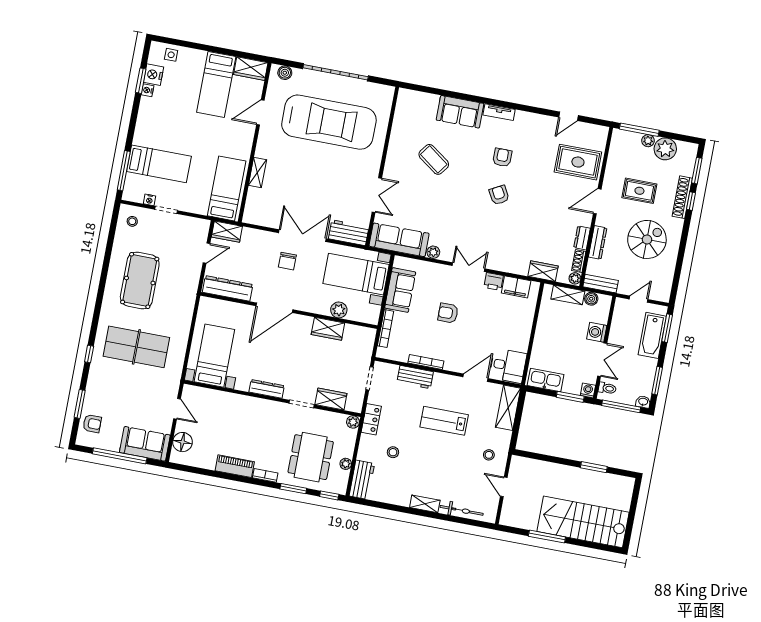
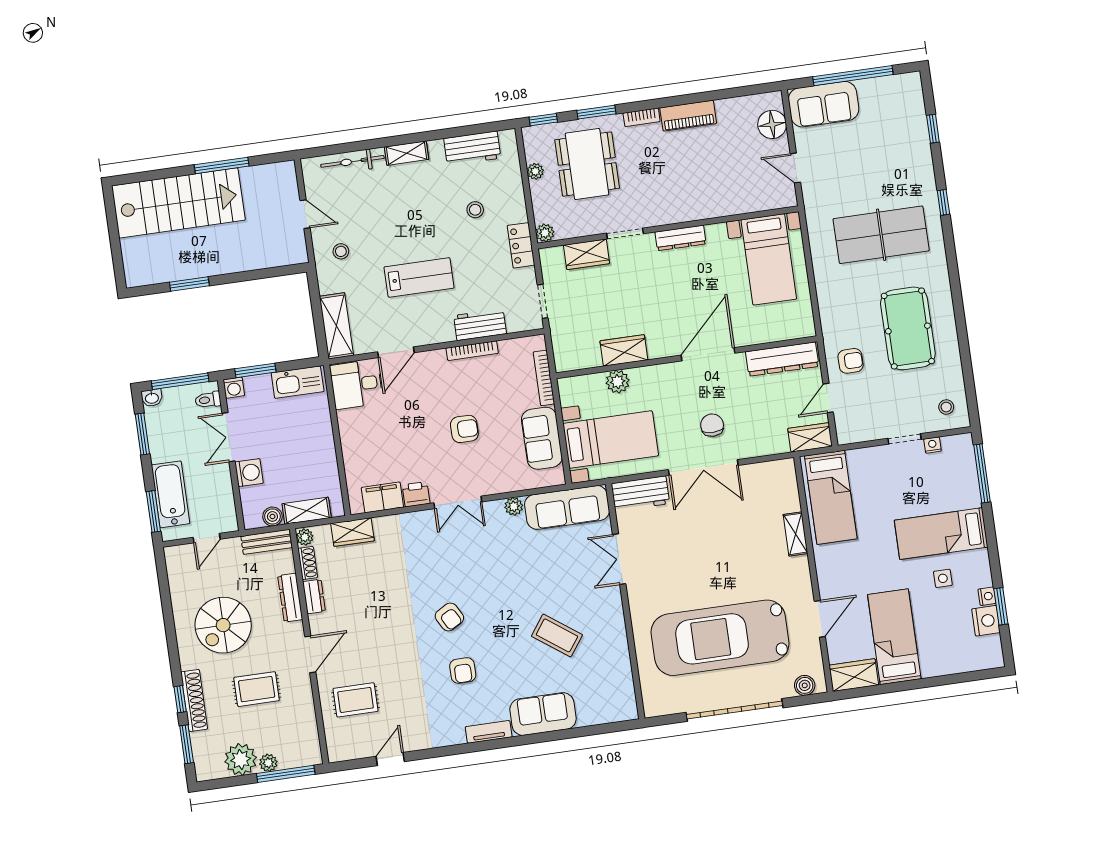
side table: (171, 55) -> (943, 578), moved
rug: (578, 162) -> (356, 700), width x0.73, depth x0.70
bed: (159, 164) -> (941, 534), moved
window: (80, 404) -> (933, 129), width x0.67
armchair: (92, 424) -> (851, 361), moved, turned 180
workbench: (362, 480) -> (472, 148), moved, turned -90

